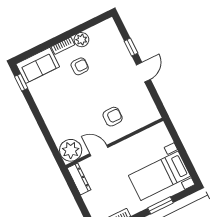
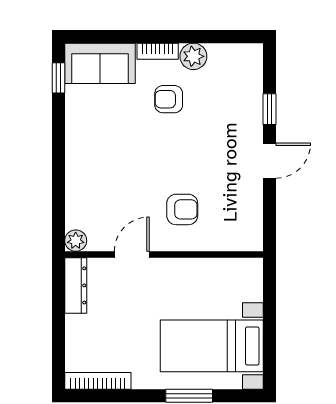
armchair: (80, 66) -> (169, 99), turned 180
plant: (71, 150) -> (76, 241), width x0.53, depth x0.53
door: (99, 151) -> (132, 254), hinge flipped

